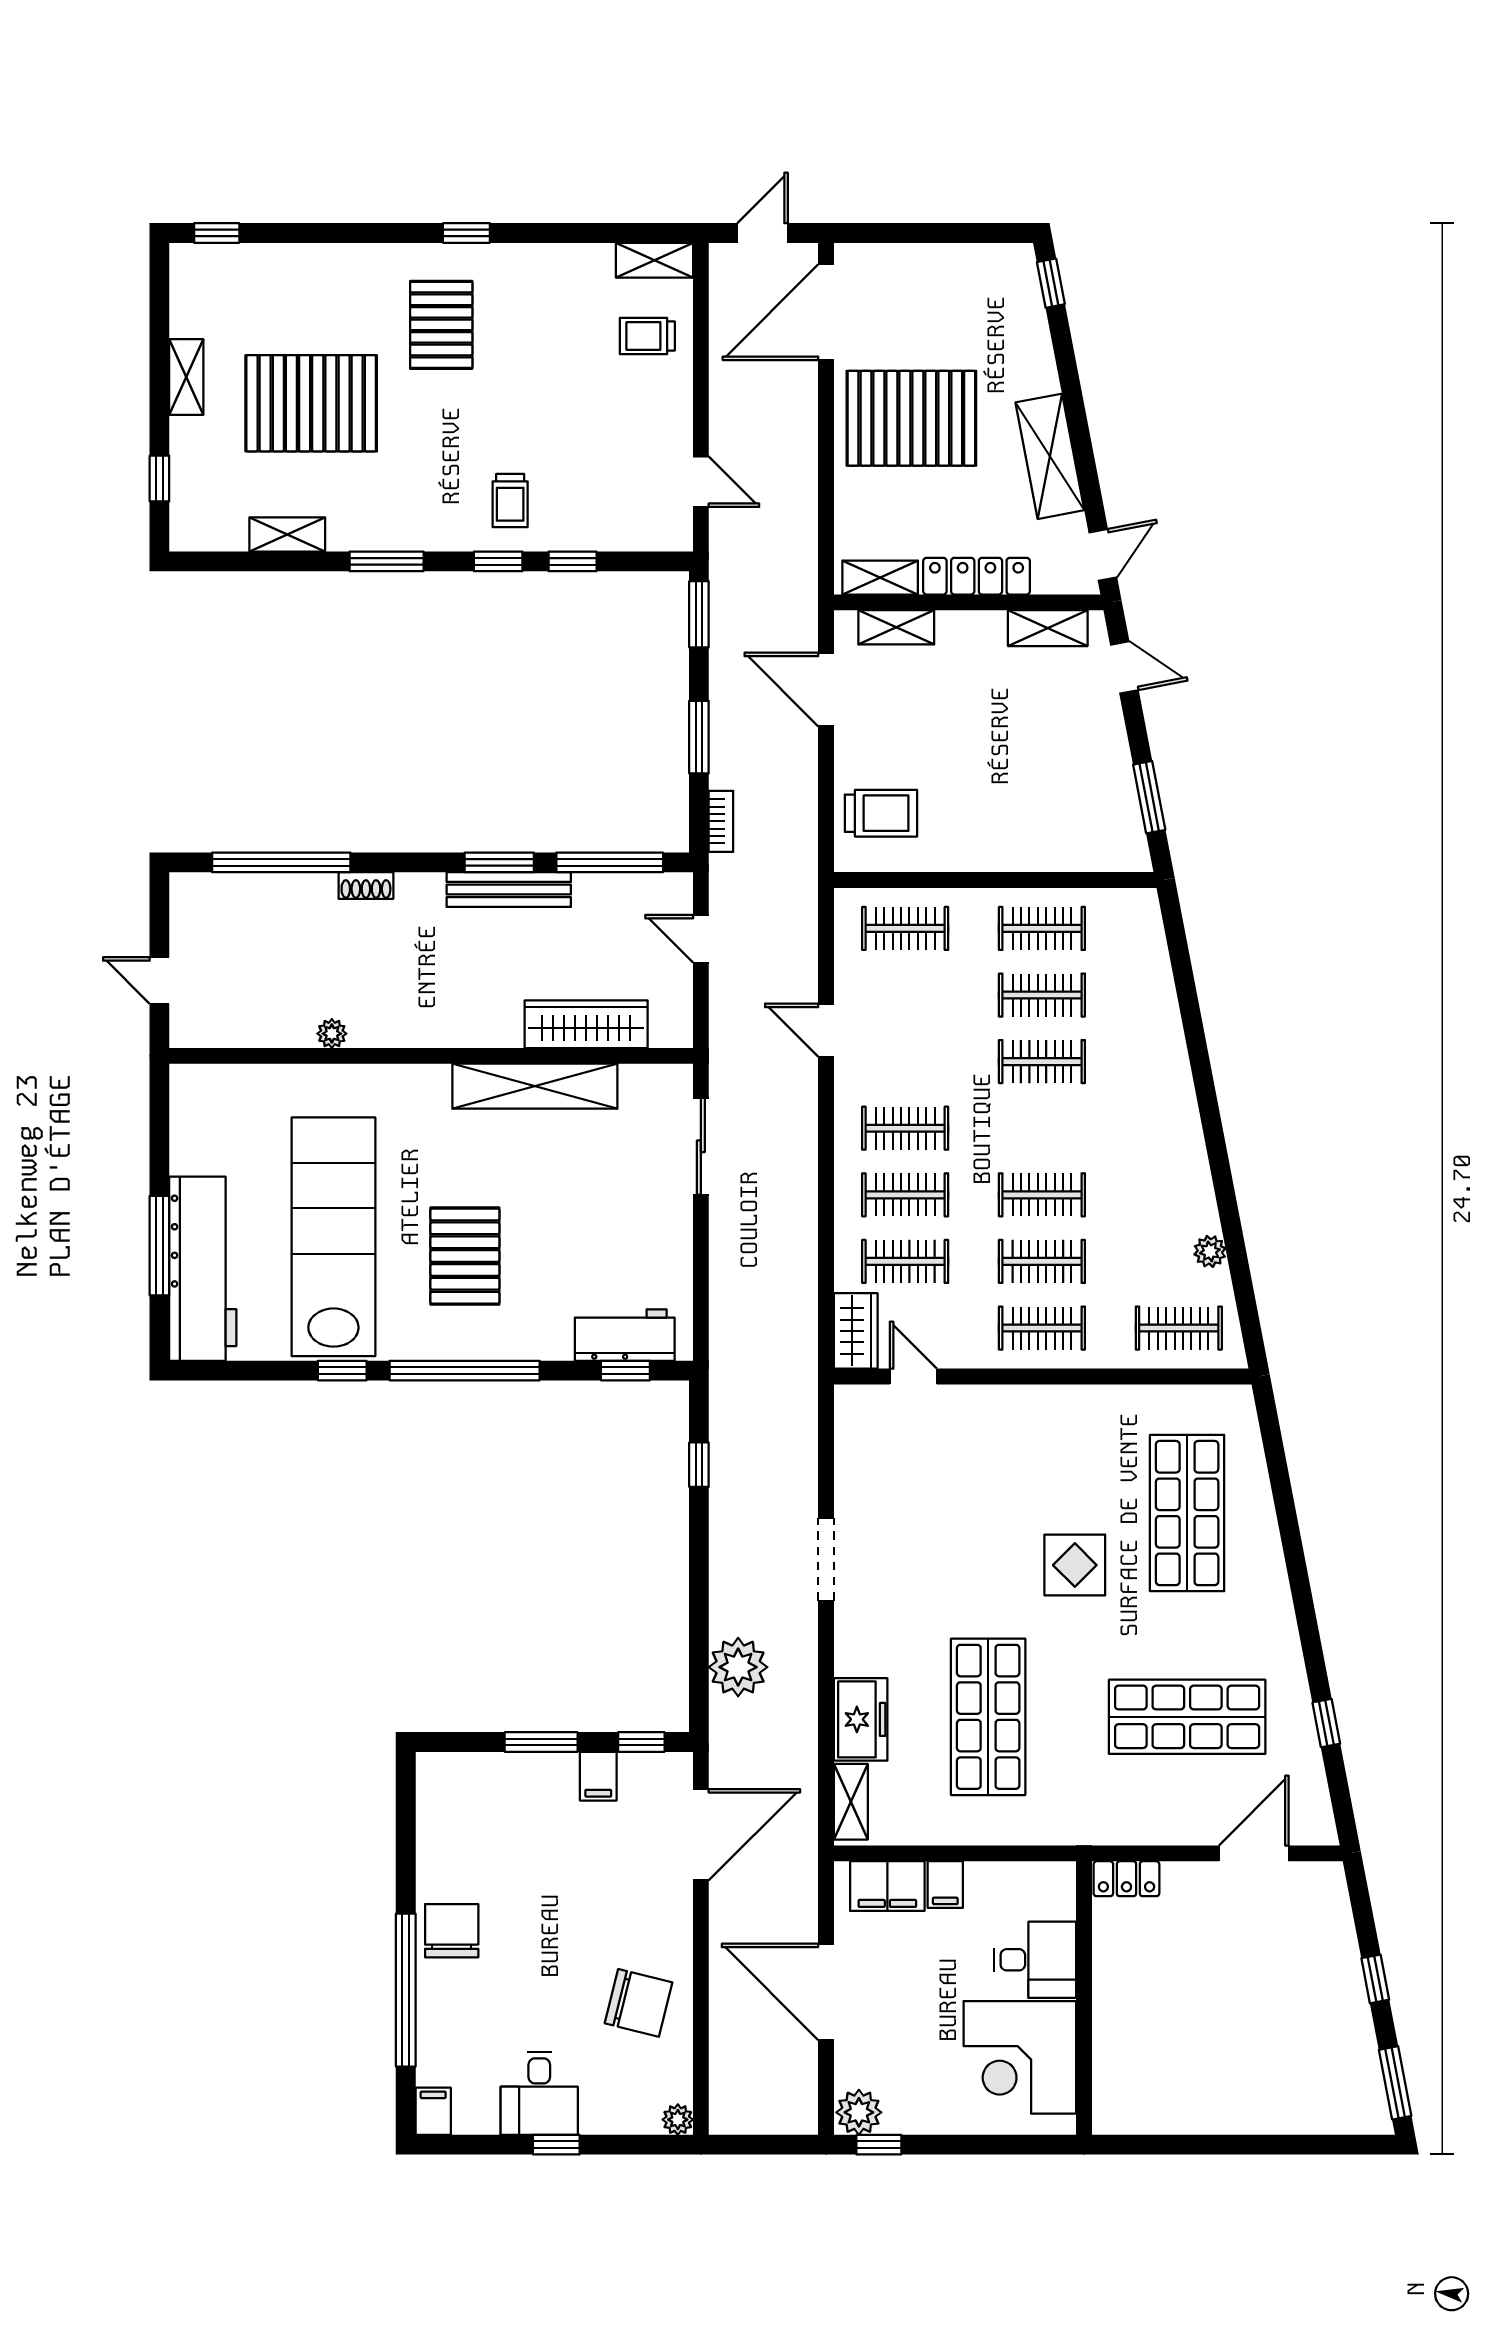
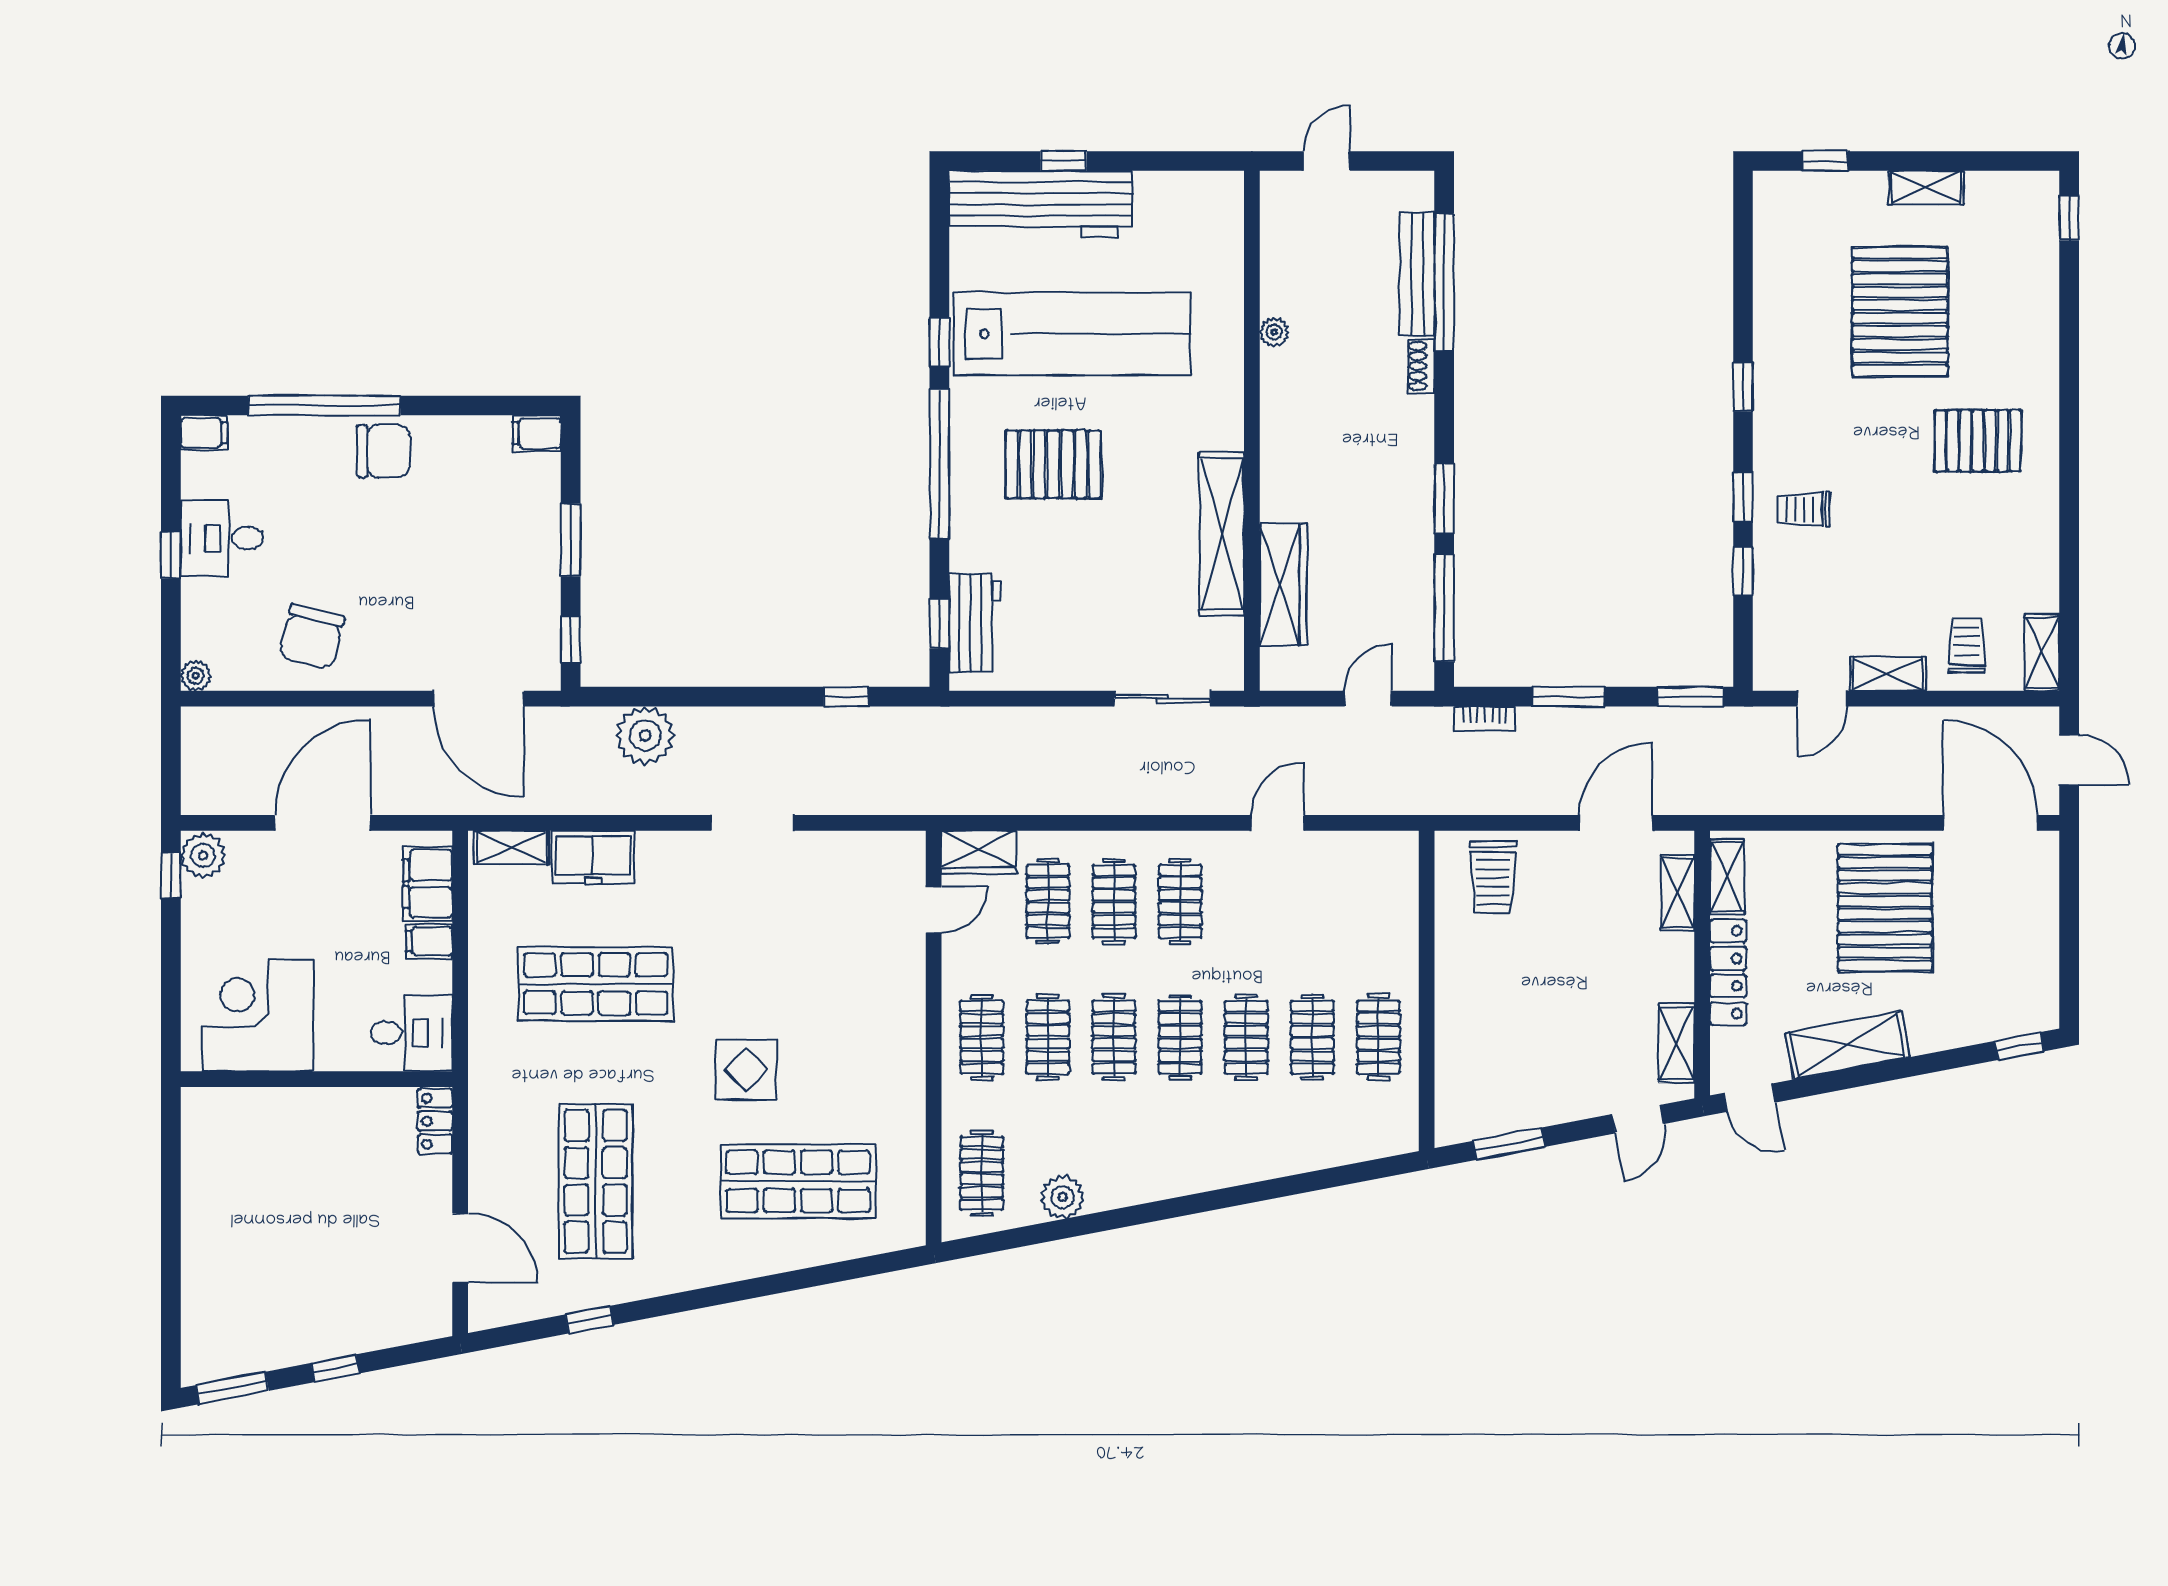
window: (466, 233) -> (2069, 466), removed
shelving: (287, 535) -> (1888, 674), moved, turned 90
window: (387, 561) -> (1743, 387), width x0.67
bench: (509, 890) -> (1417, 274), moved
clothes rail: (905, 928) -> (1180, 1037), moved
window: (159, 1246) -> (1064, 161), width x0.46
plant: (1210, 1251) -> (1063, 1197), width x1.38, depth x1.38
filing cabinet: (598, 1776) -> (537, 433), moved
desk: (1035, 1960) -> (411, 1033), moved, turned -90

